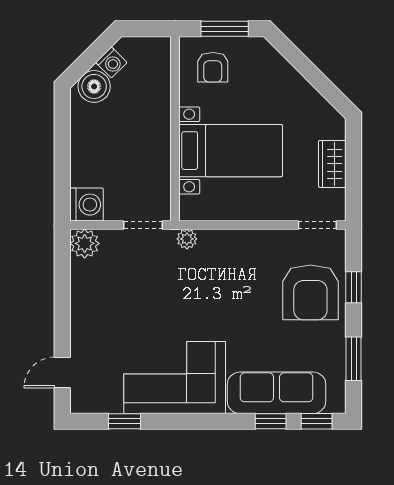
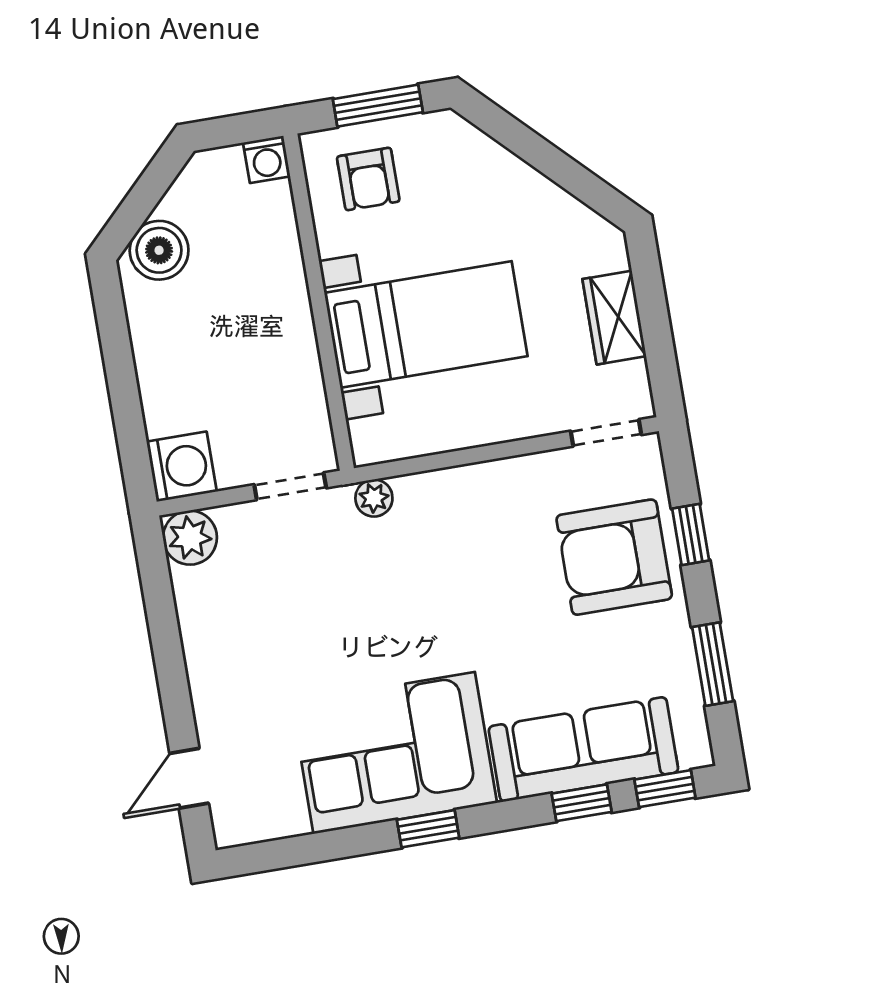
washing machine: (111, 62) -> (267, 159), moved, turned 45
armchair: (310, 292) -> (614, 557), turned 90
window: (125, 421) -> (428, 829), moved

